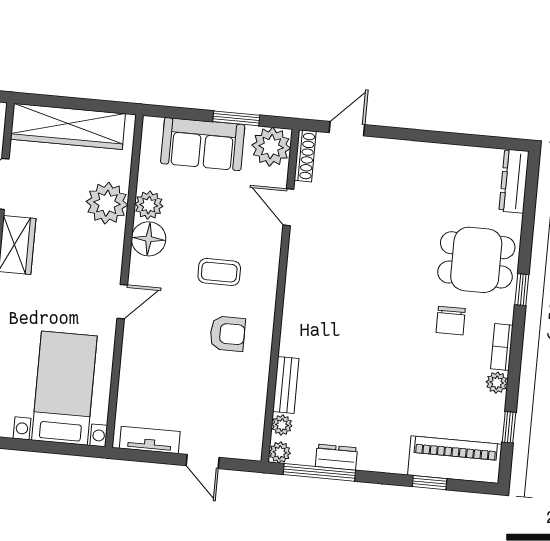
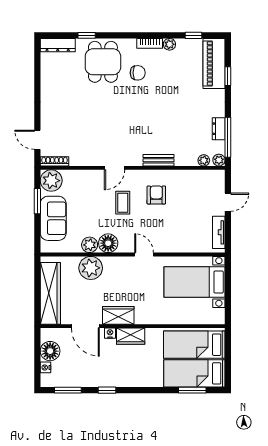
door: (288, 207) -> (114, 168), moved
window: (522, 290) -> (87, 35), moved
bench: (286, 385) -> (158, 160), moved

